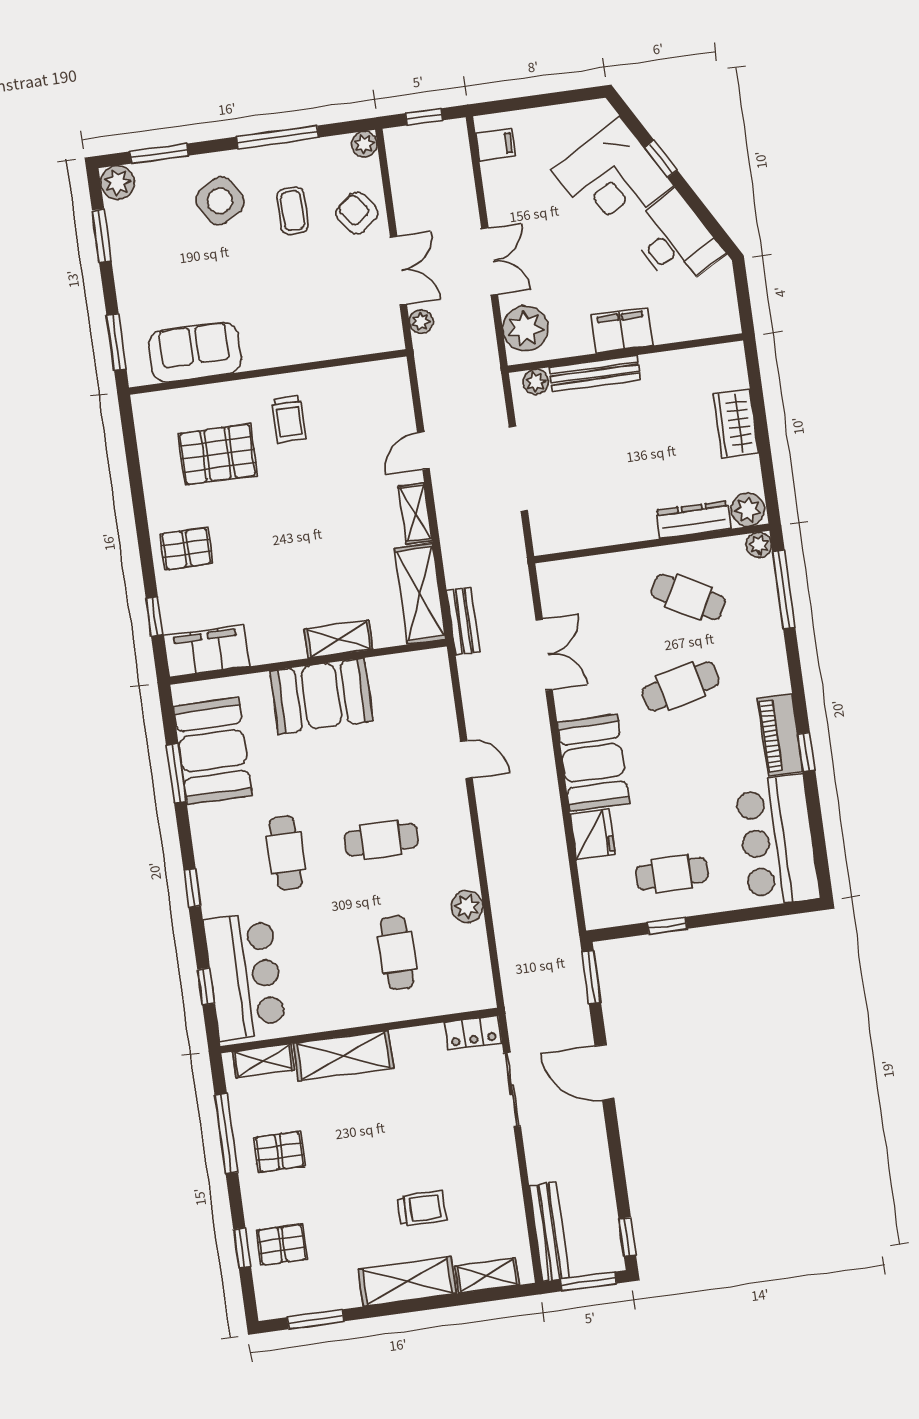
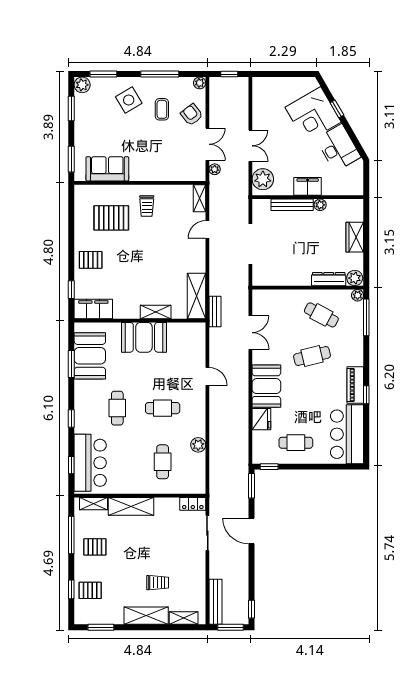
filing cabinet: (496, 145) -> (261, 92), removed
plant: (536, 382) -> (320, 205), moved
shelving: (415, 513) -> (199, 198), moved
window: (667, 926) -> (269, 467), moved

